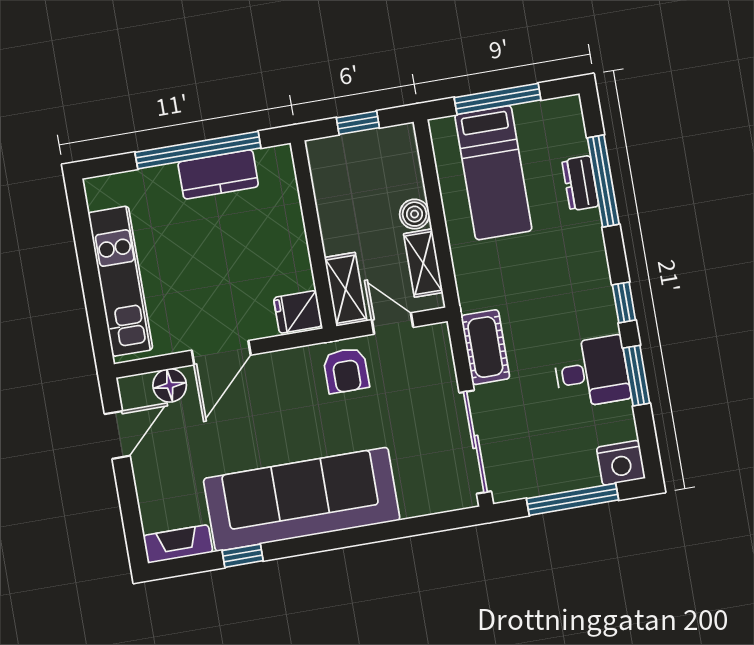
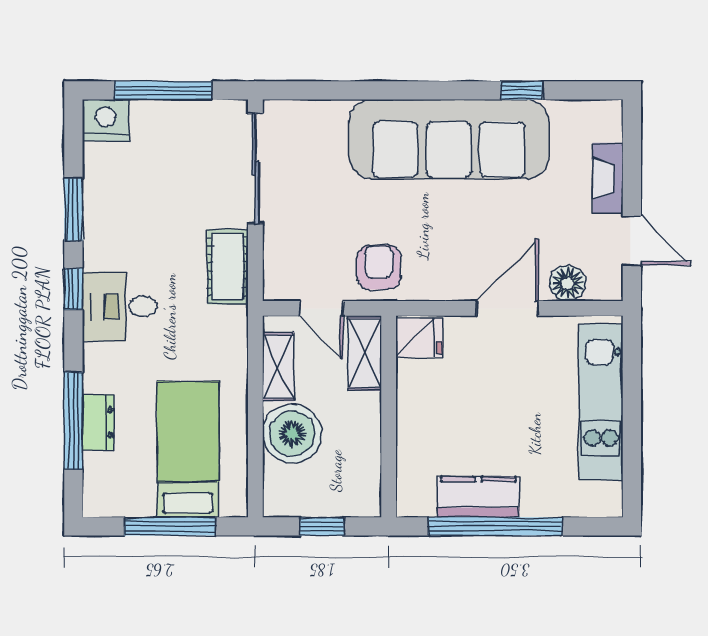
boiler: (415, 214) -> (292, 434), width x1.86, depth x1.86
desk: (592, 372) -> (120, 307), moved
door: (117, 435) -> (632, 240), swing flipped
fireplace: (178, 544) -> (608, 178), moved, turned 90

